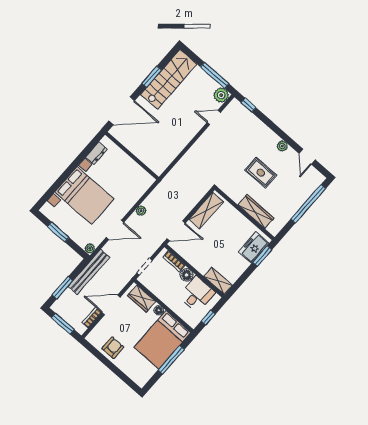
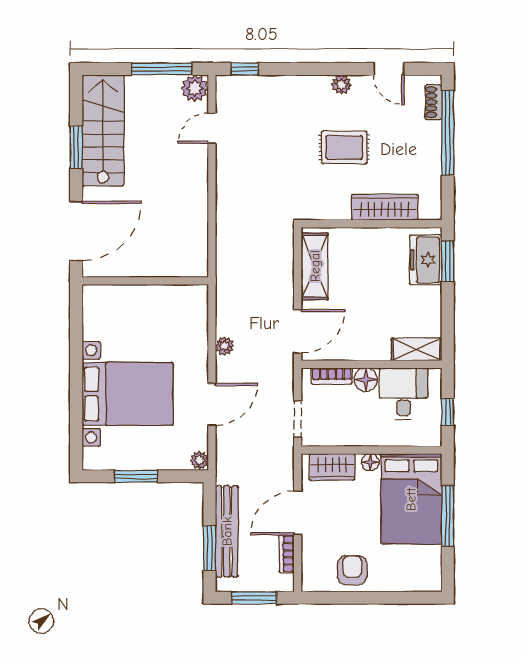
dresser: (96, 153) -> (93, 321), removed
shoe rack: (313, 186) -> (433, 102), added
bench: (89, 272) -> (227, 531), moved

